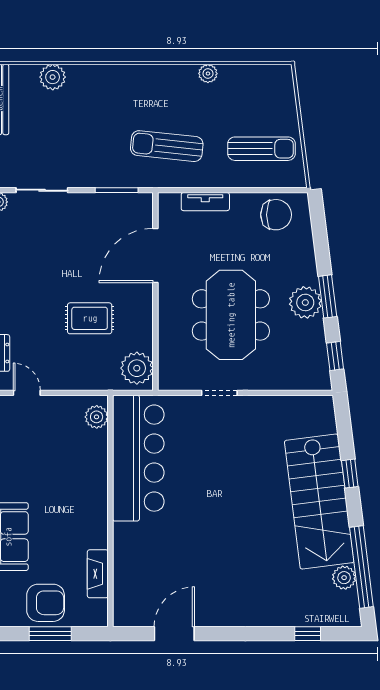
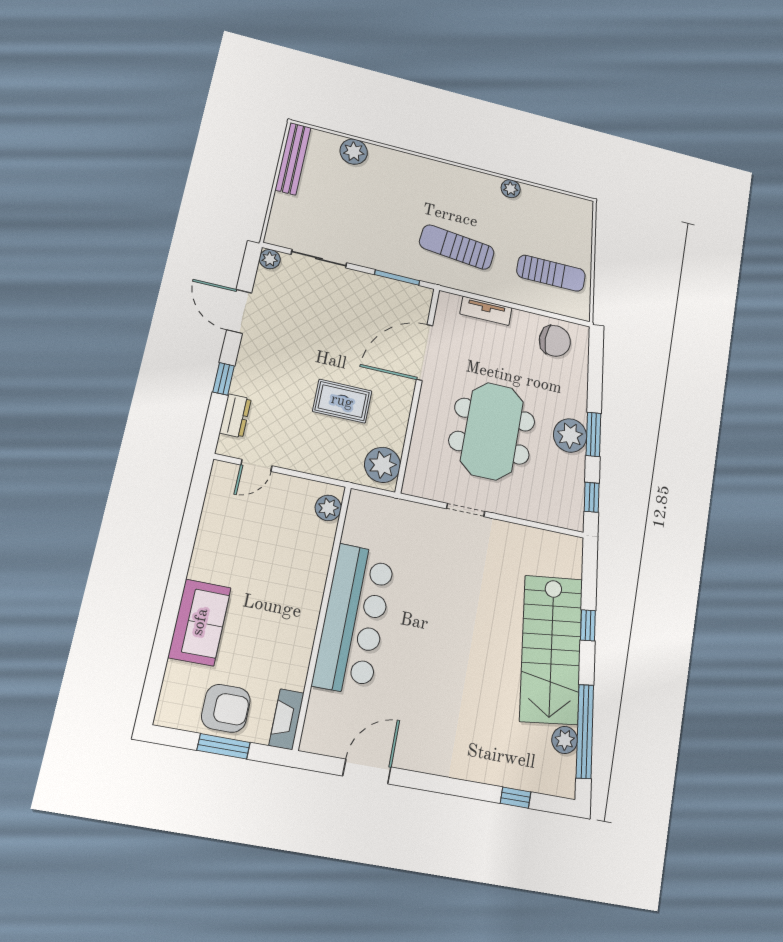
door: (27, 393) -> (256, 465), swing flipped
bar counter: (138, 458) -> (354, 619), moved
fireplace: (98, 574) -> (287, 719), moved

